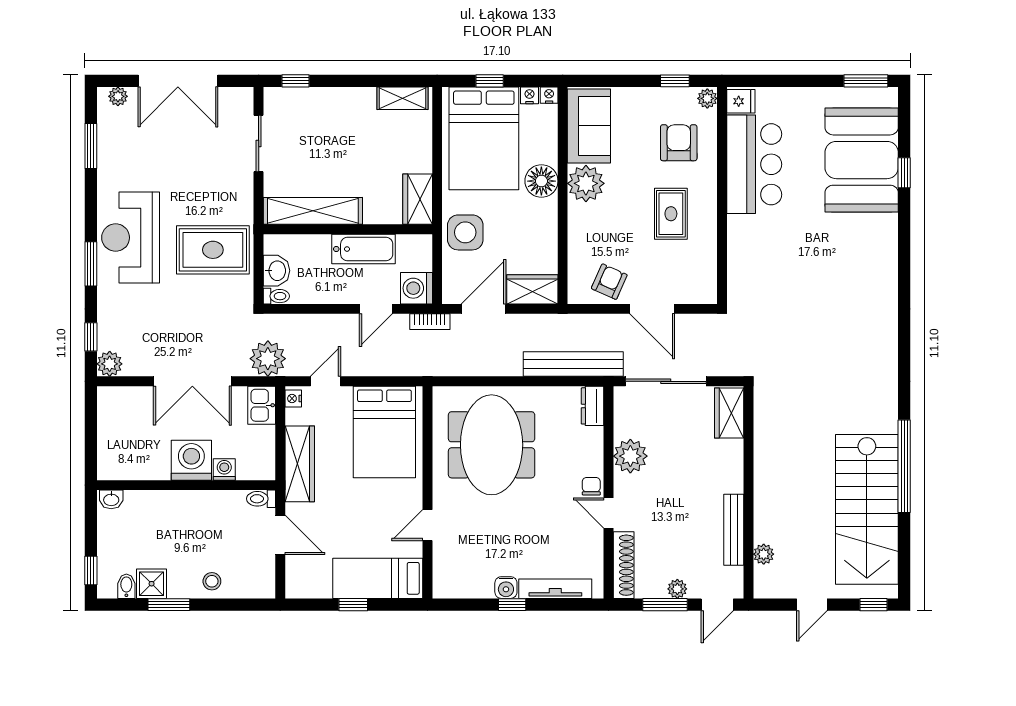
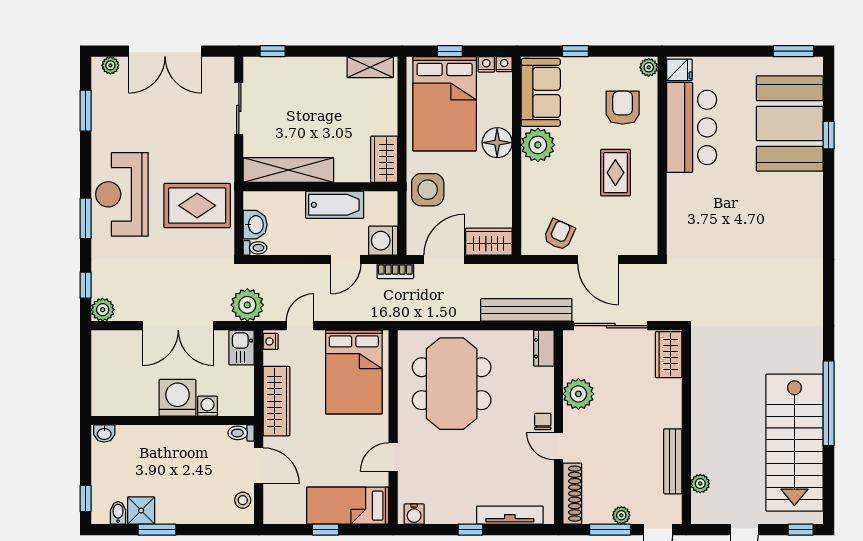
window: (675, 81) -> (575, 51), moved
stool: (212, 581) -> (243, 500), moved
water cooler: (506, 588) -> (414, 514), moved

